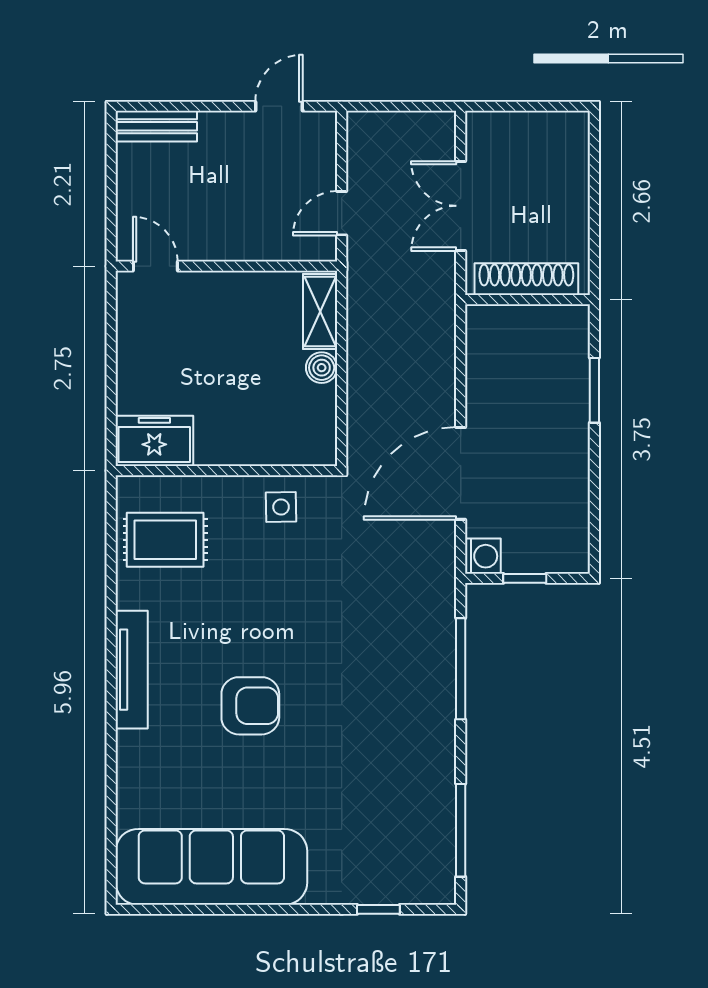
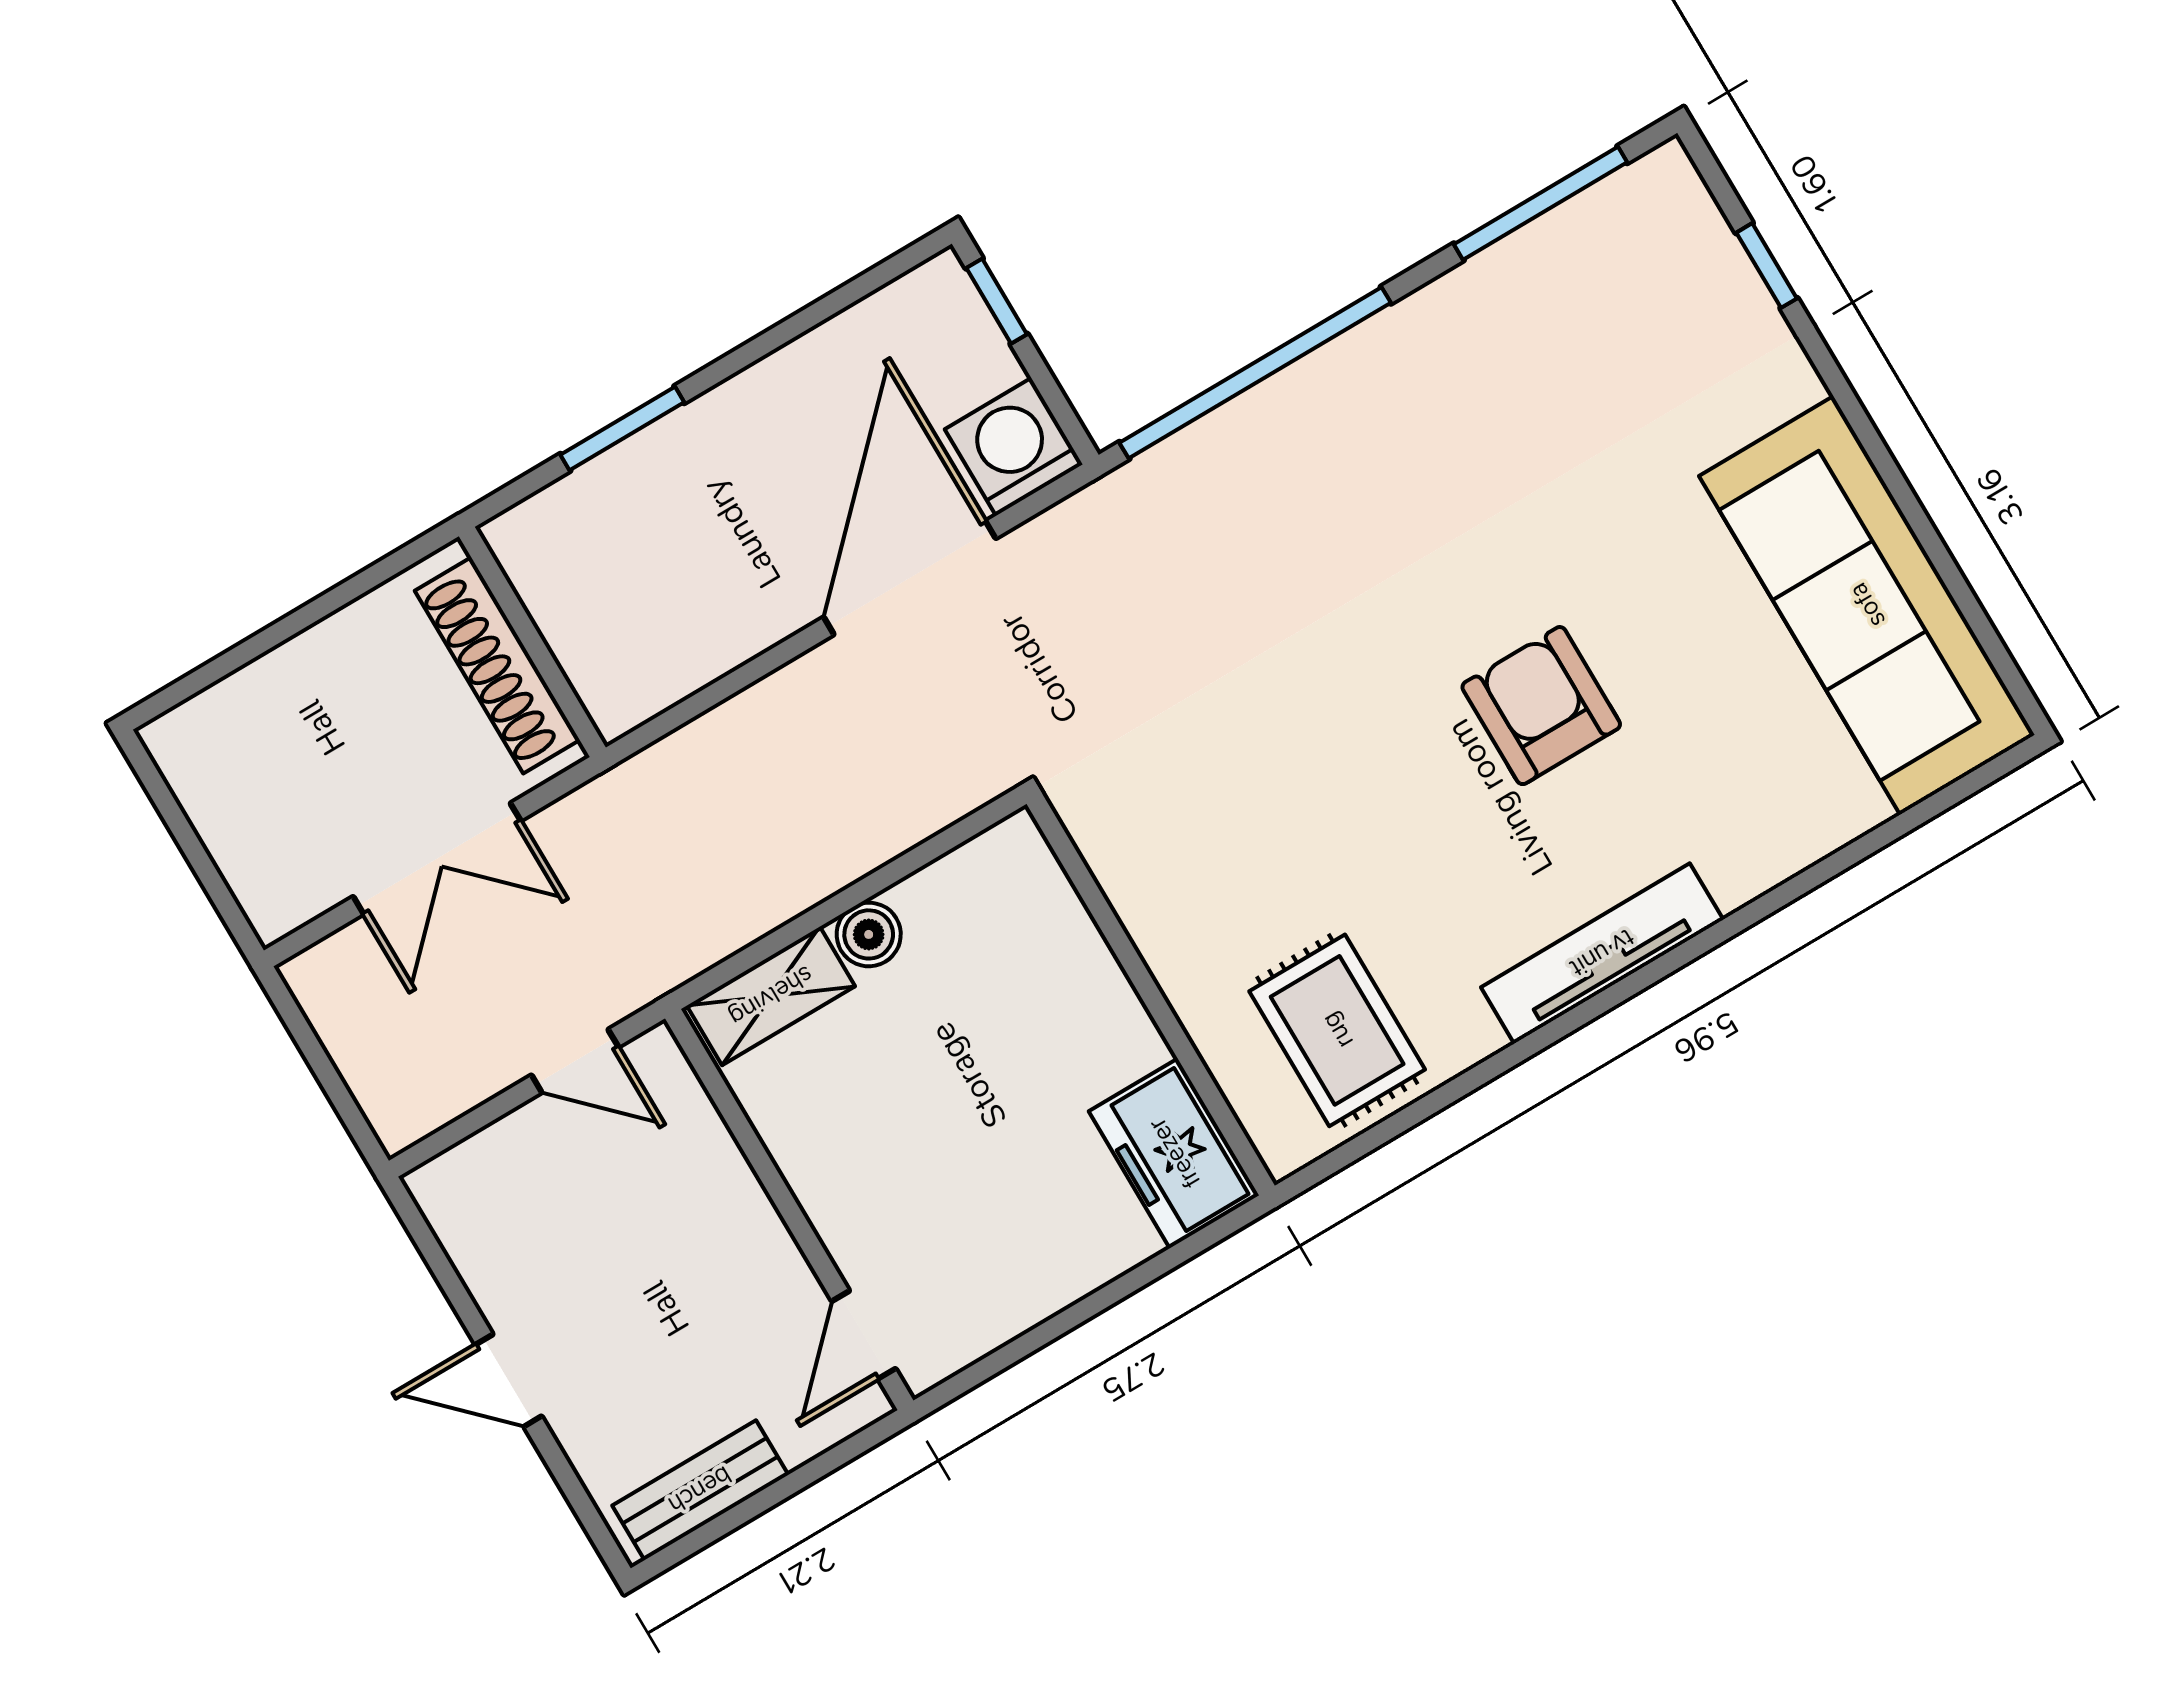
door: (279, 106) -> (509, 1380), moved
bench: (156, 126) -> (700, 1490), moved, turned 90
door: (461, 473) -> (910, 578), swing flipped
side table: (281, 507) -> (1158, 860), removed
washing machine: (483, 556) -> (1014, 447), width x1.38, depth x1.38
window: (525, 578) -> (997, 301), moved
window: (461, 669) -> (1255, 373), width x1.46

